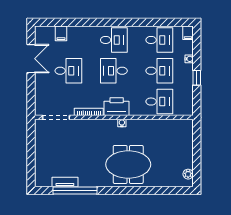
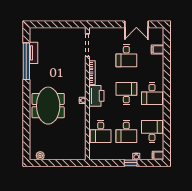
desk: (159, 40) -> (152, 132), turned 180
window: (197, 78) -> (131, 163), moved

